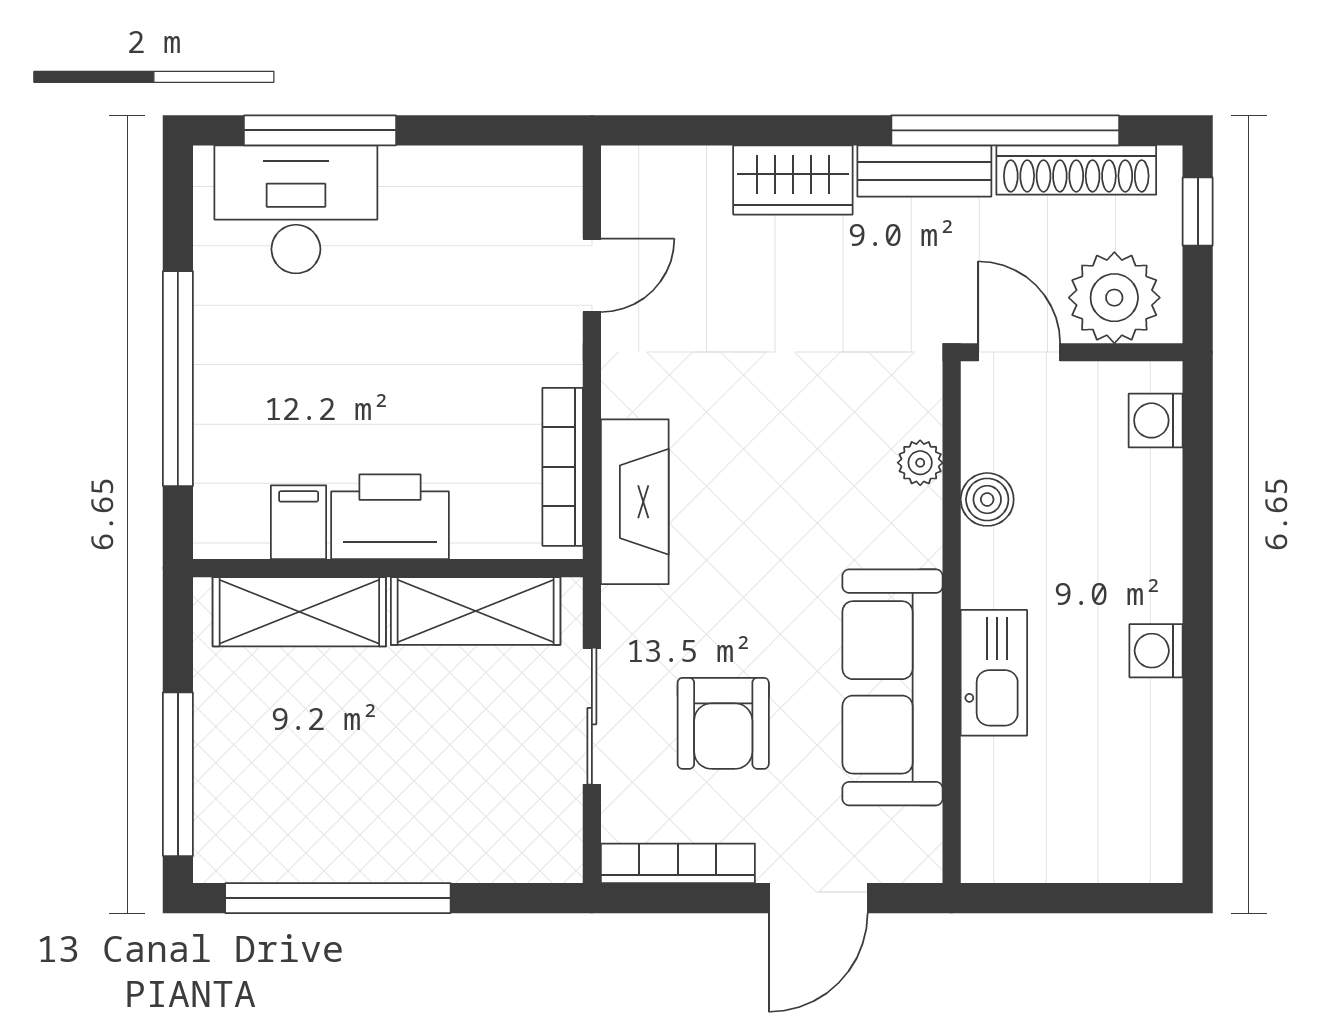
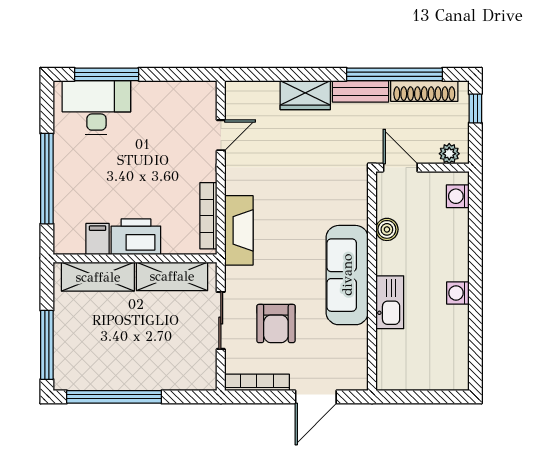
plant: (1114, 298) -> (449, 154), width x0.53, depth x0.53
plant: (920, 463) -> (359, 214), removed
sofa: (893, 687) -> (347, 275), moved

